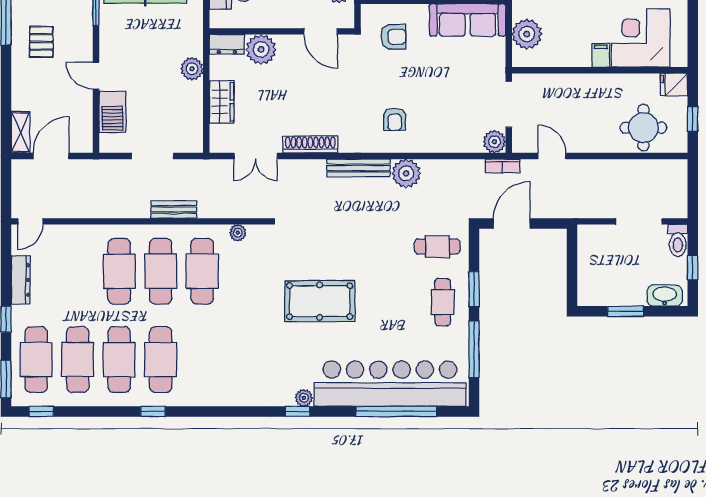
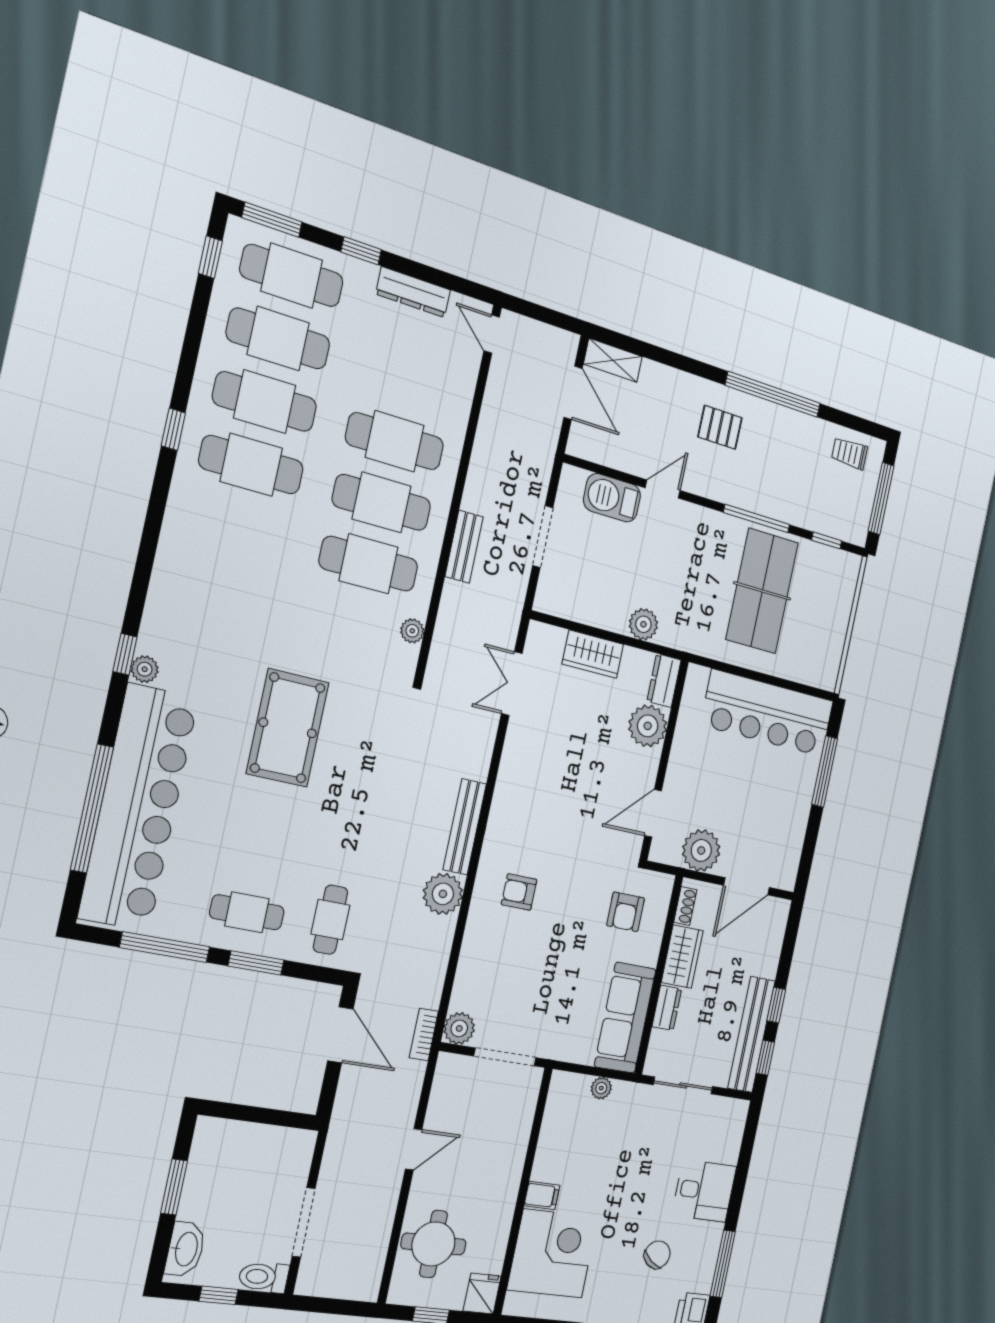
plant: (527, 34) -> (601, 1088), width x0.53, depth x0.53
shoe rack: (310, 144) -> (511, 765), removed
door: (552, 156) -> (414, 1149), moved

